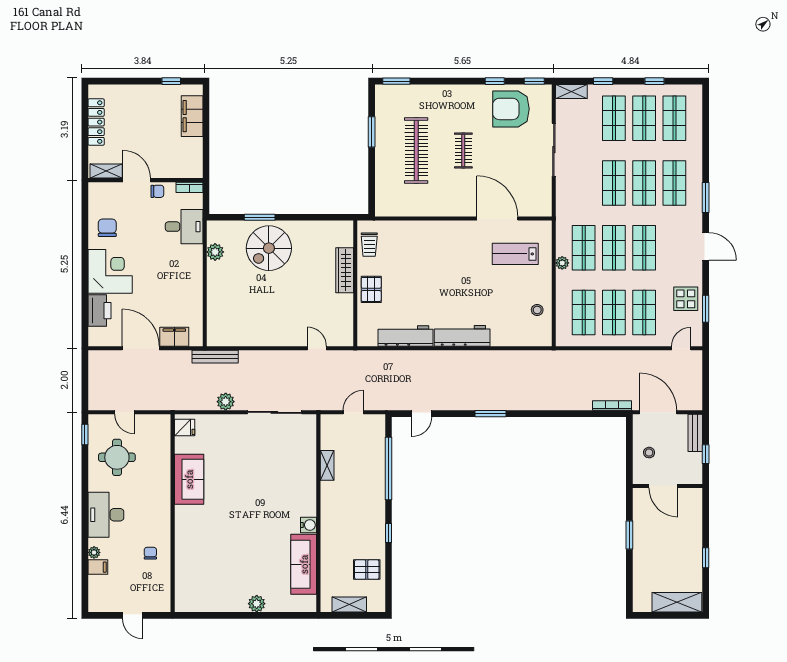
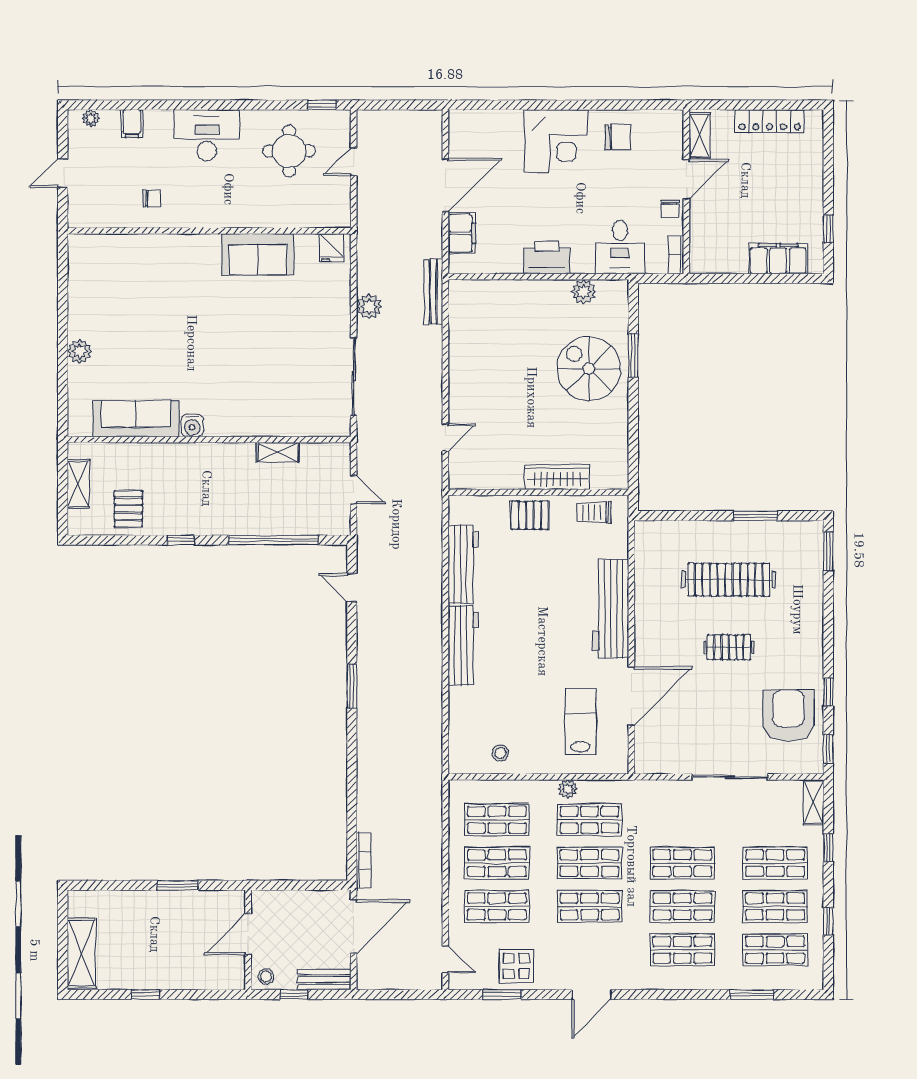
window: (706, 197) -> (752, 994), moved
workbench: (436, 233) -> (611, 609), added
printer: (100, 311) -> (547, 258), moved, turned 180
stool: (649, 453) -> (266, 976), moved
plant: (94, 552) -> (91, 118), moved

